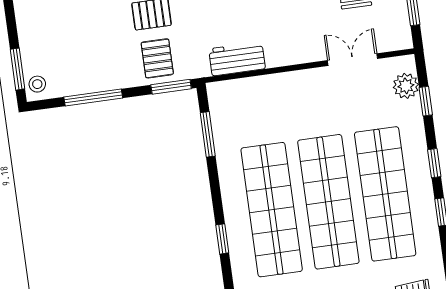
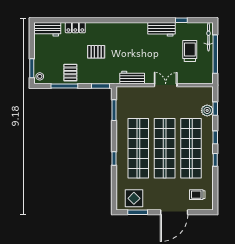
pallet: (157, 58) -> (70, 73), moved
double door: (353, 60) -> (166, 85), moved
plant: (406, 86) -> (207, 110), moved

